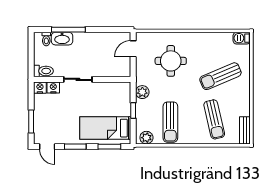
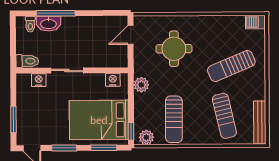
nightstand: (40, 88) -> (113, 80), moved
window: (133, 110) -> (131, 131), moved
bed: (105, 128) -> (99, 120), width x1.50
bench: (245, 130) -> (260, 122), width x1.36

